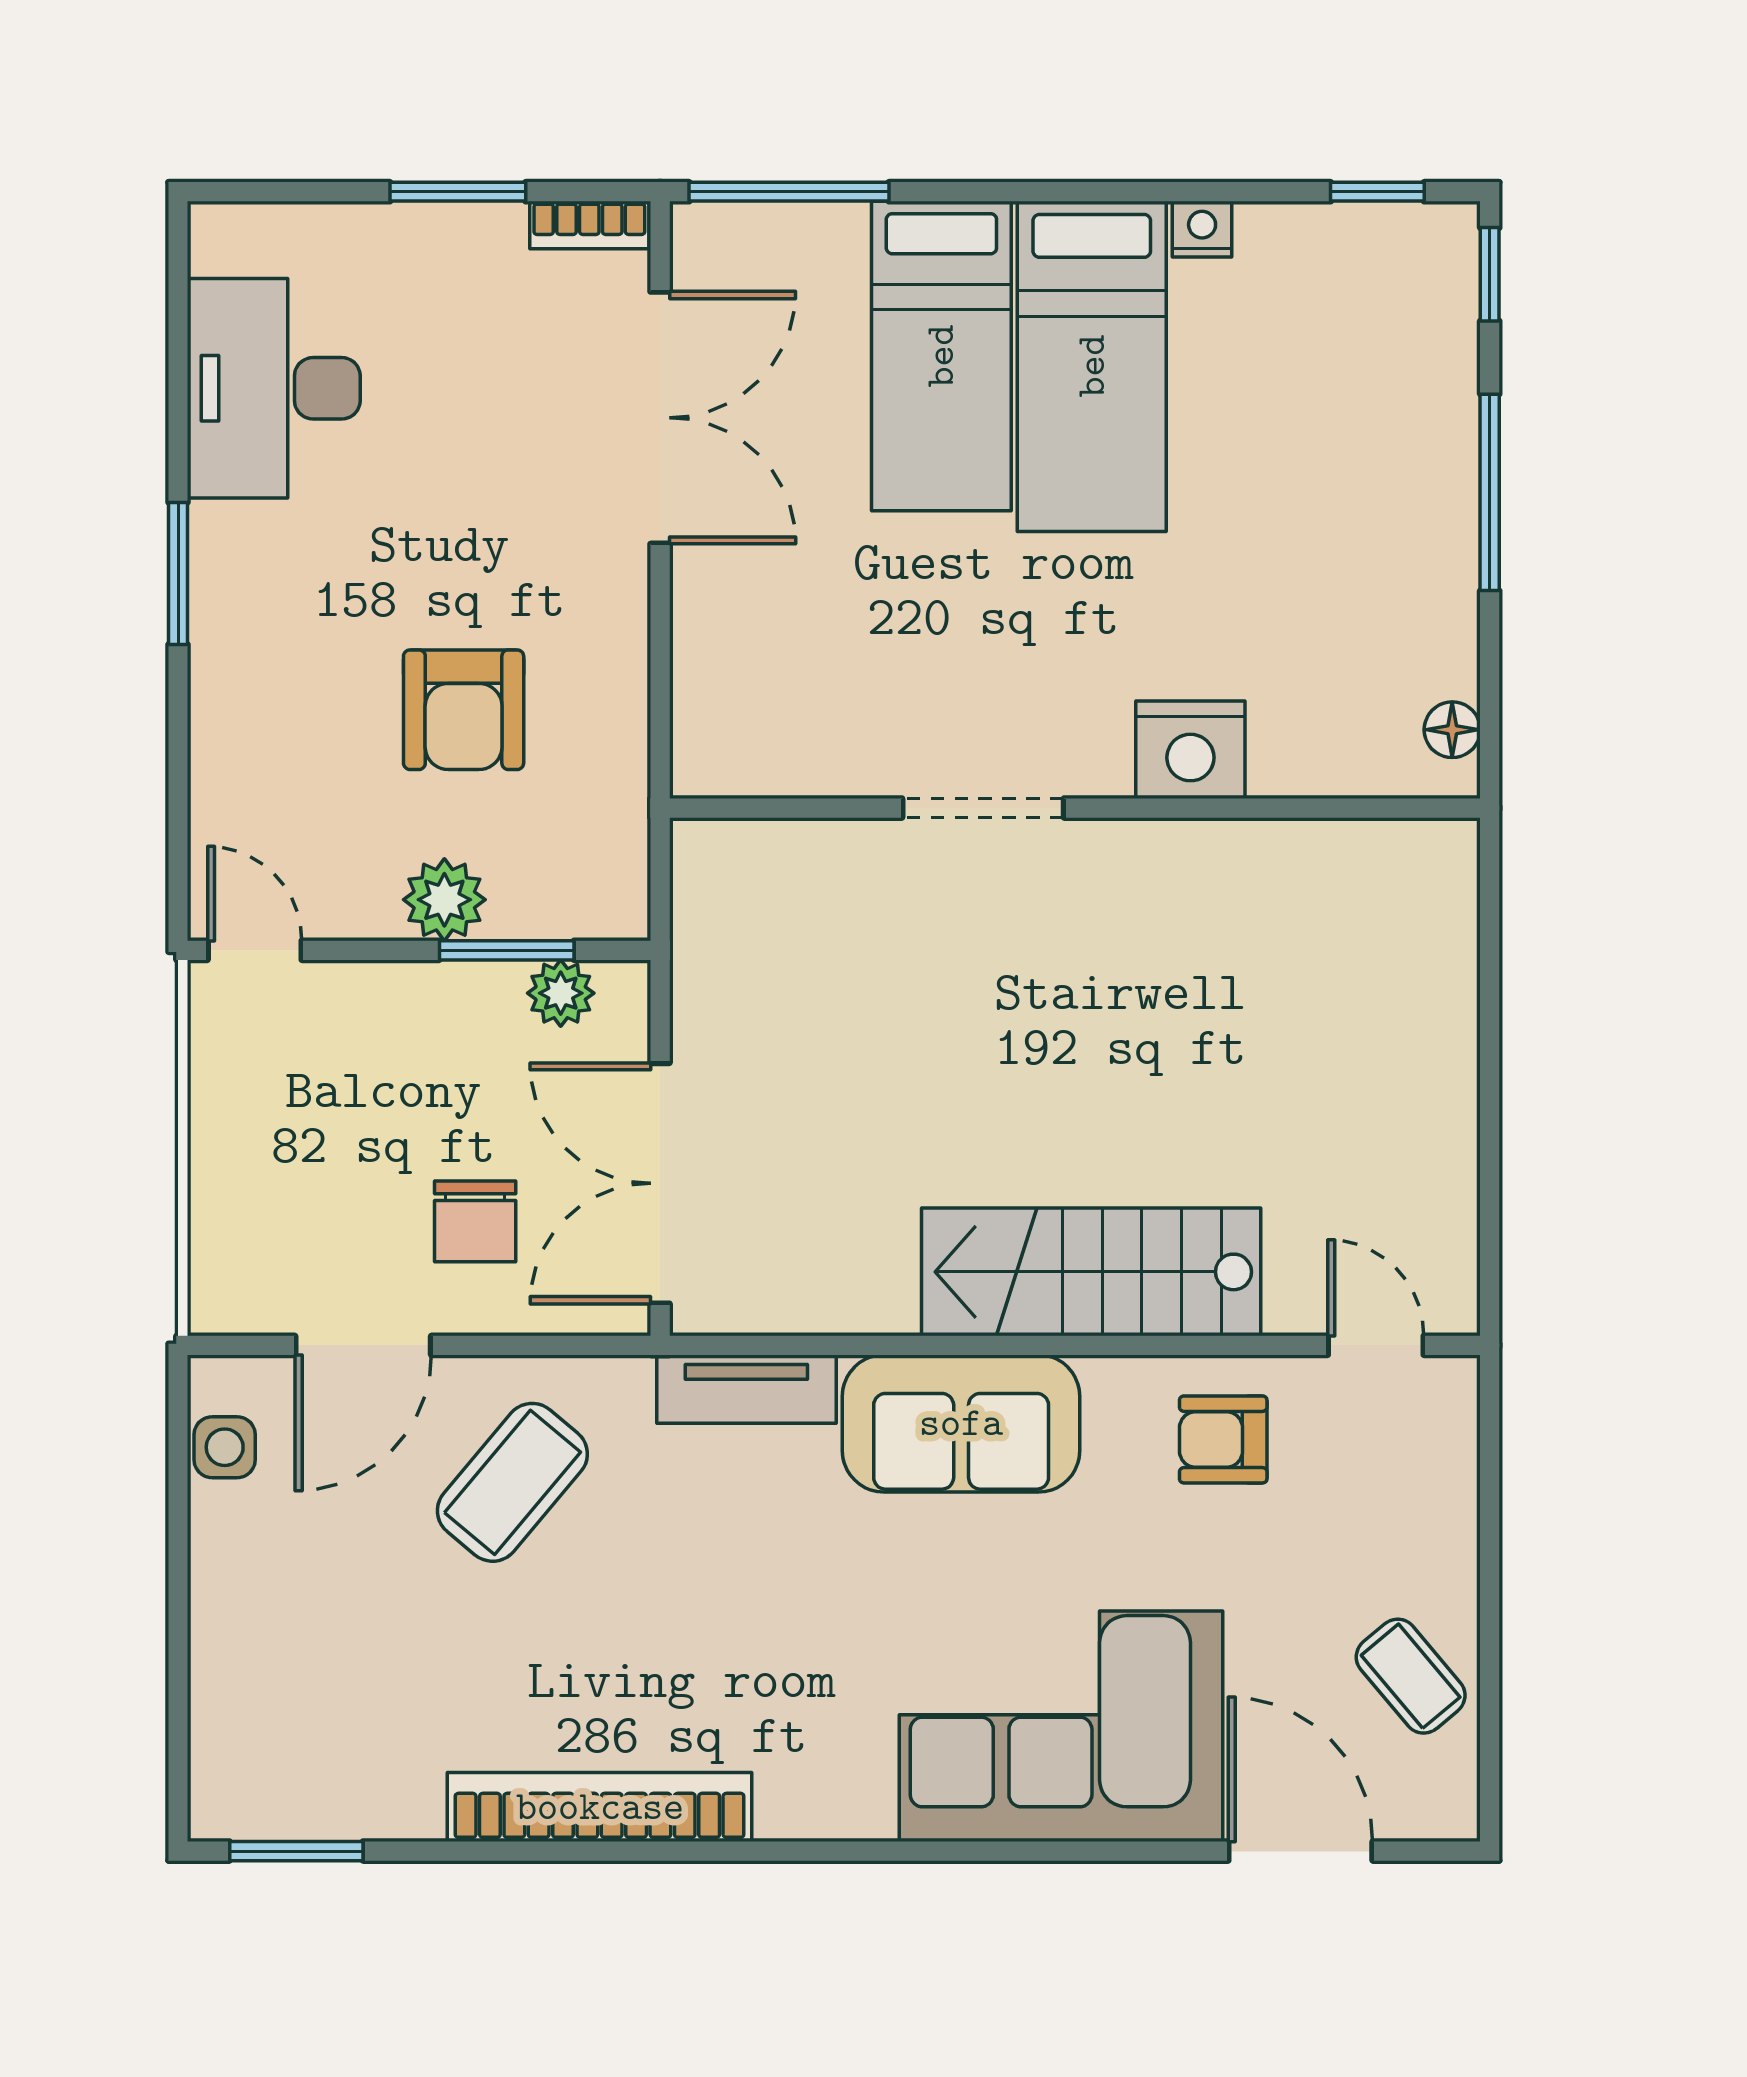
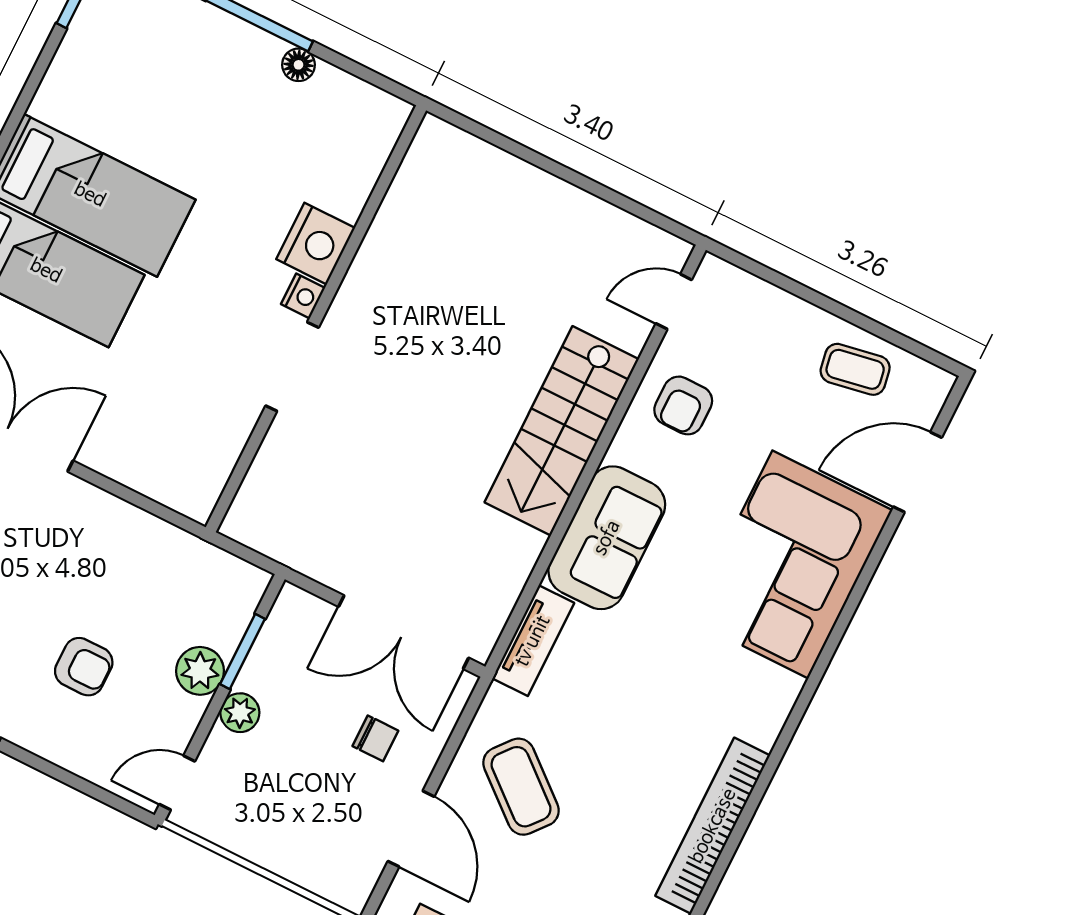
nightstand: (1202, 229) -> (303, 296), moved, turned 180
armchair: (464, 710) -> (84, 667), moved, width x0.72, depth x0.72
floor lamp: (1452, 730) -> (298, 65), moved
plant: (561, 993) -> (240, 713), moved
chair: (475, 1221) -> (375, 738), width x0.73, depth x0.73
coffee table: (1411, 1676) -> (855, 369), turned 30

